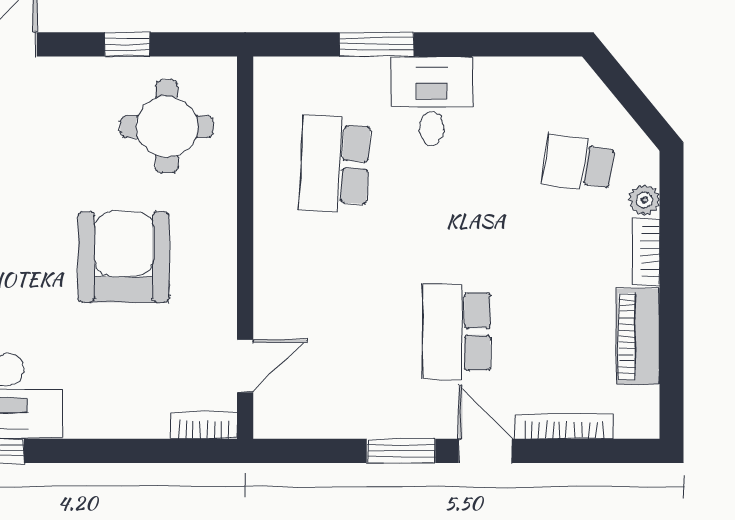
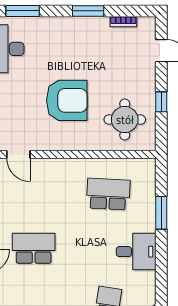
desk: (432, 101) -> (136, 252), moved

